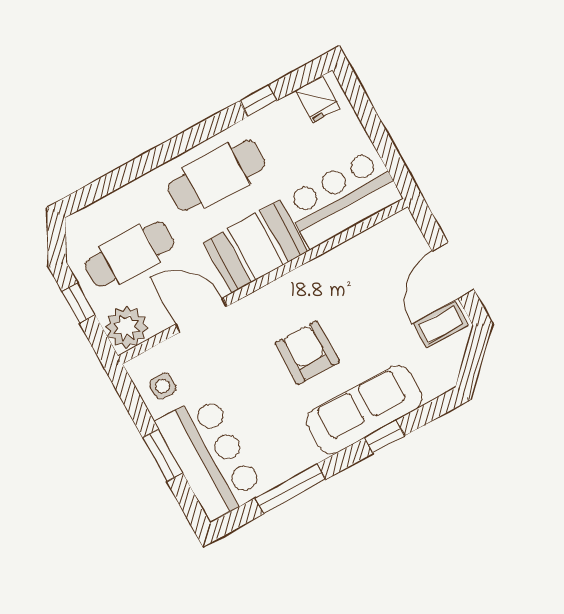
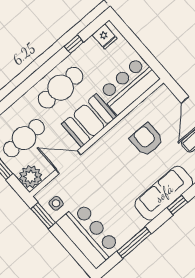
armchair: (307, 353) -> (147, 140), moved
window: (163, 455) -> (43, 216), moved

